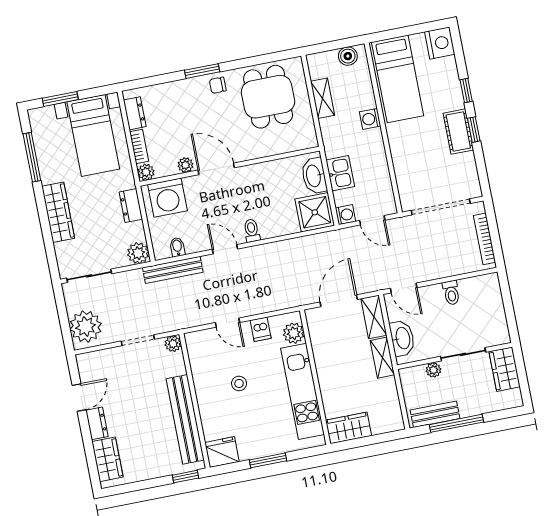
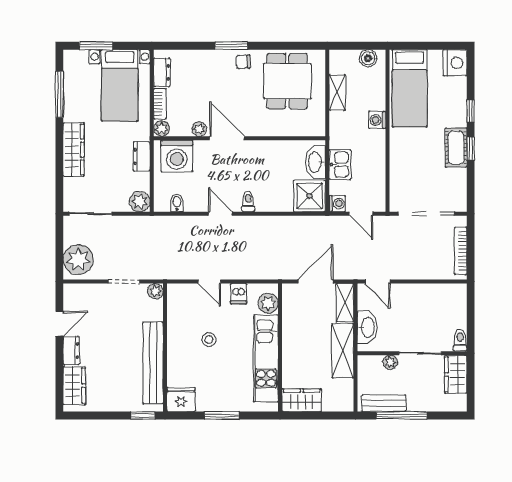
bench: (173, 270) -> (169, 223), removed
toilet: (451, 293) -> (460, 340), moved, turned 180
shelving: (382, 358) -> (343, 351), width x1.50, depth x1.33

